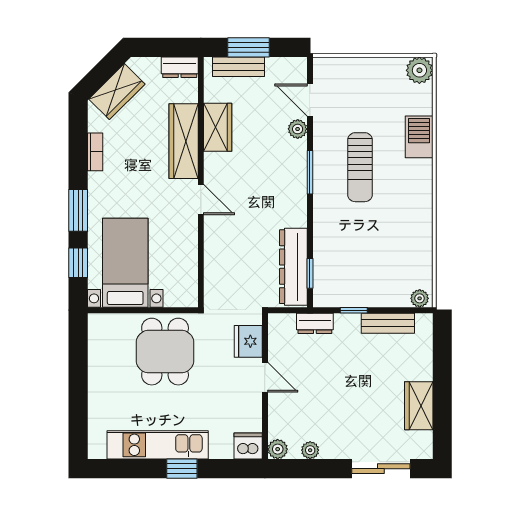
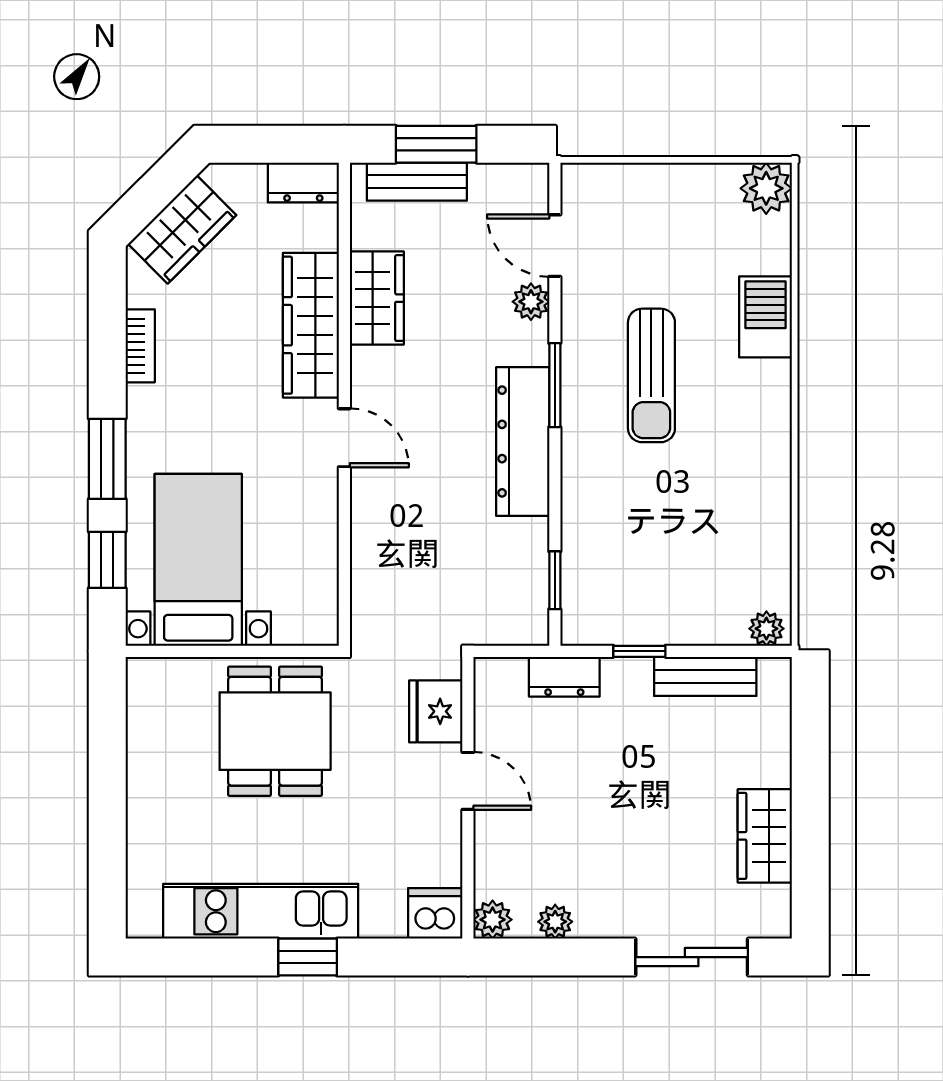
dresser: (293, 267) -> (523, 441), moved

